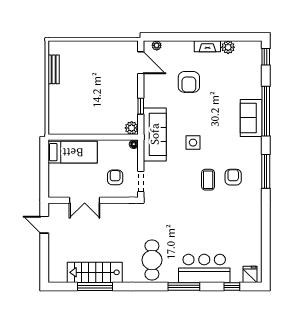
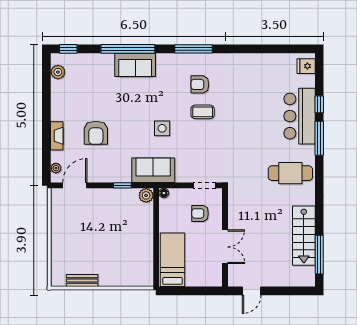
fireplace: (207, 46) -> (57, 136), moved
plant: (228, 47) -> (58, 72), moved
armchair: (189, 82) -> (96, 133), turned 90
sofa: (155, 134) -> (153, 170), width x0.73
window: (95, 286) -> (319, 255), moved
window: (232, 286) -> (319, 104), moved

